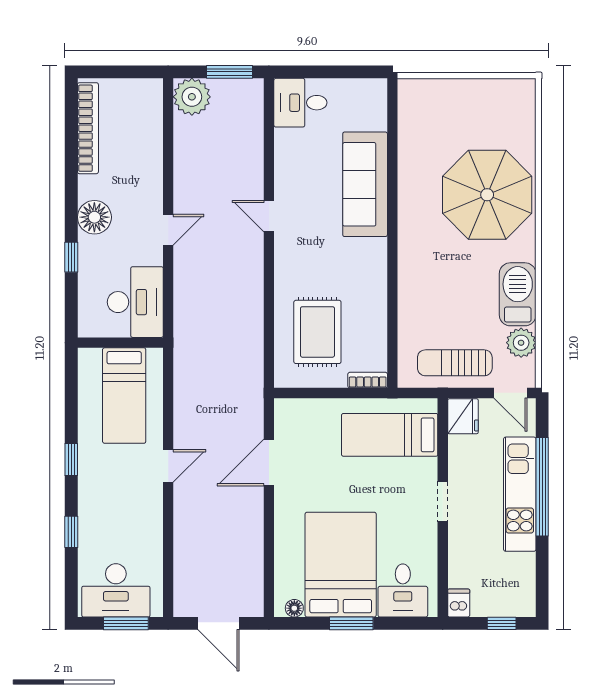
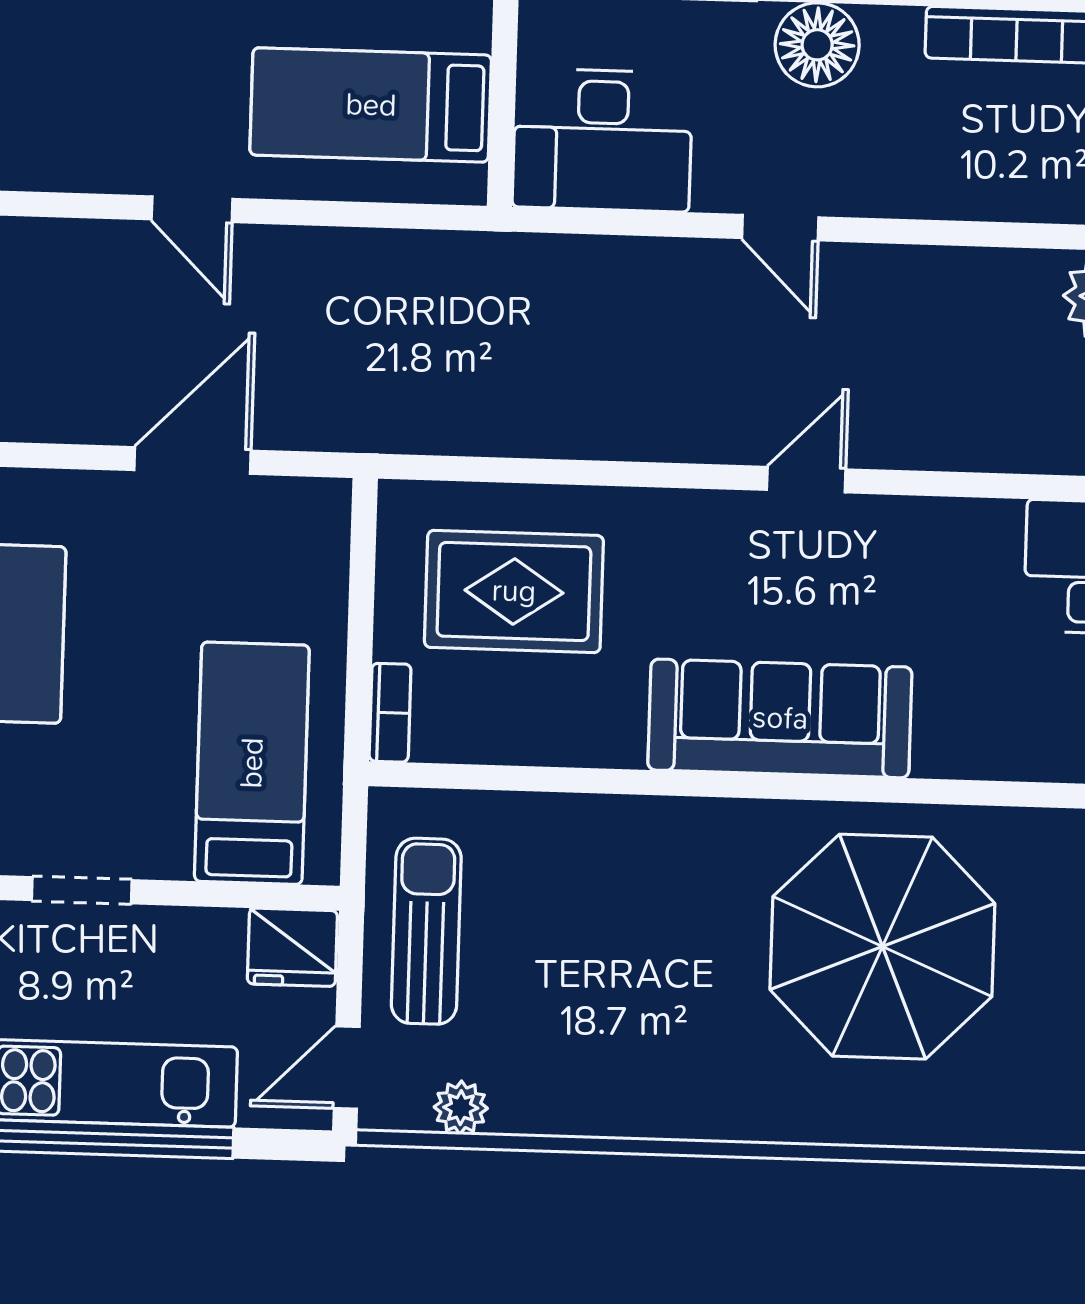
sofa: (365, 184) -> (780, 718), moved
parasol: (487, 195) -> (882, 947), moved
barbecue: (518, 294) -> (592, 1093), removed
plant: (521, 343) -> (461, 1108), width x0.73, depth x0.73
door: (269, 462) -> (193, 460), hinge flipped

